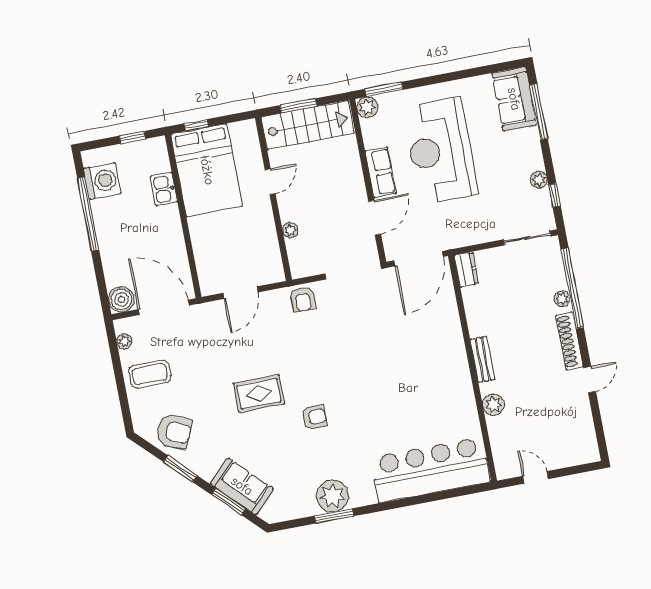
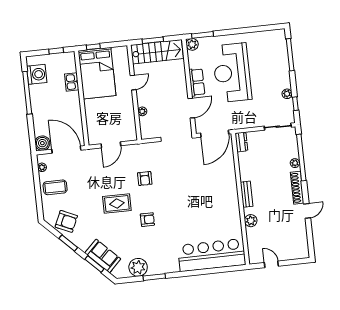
sofa: (514, 99) -> (277, 46), removed
armchair: (303, 299) -> (145, 179), moved
plant: (333, 496) -> (138, 267), moved

